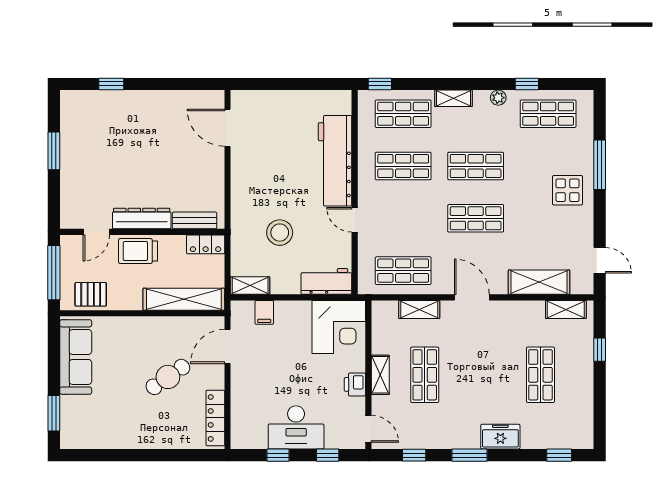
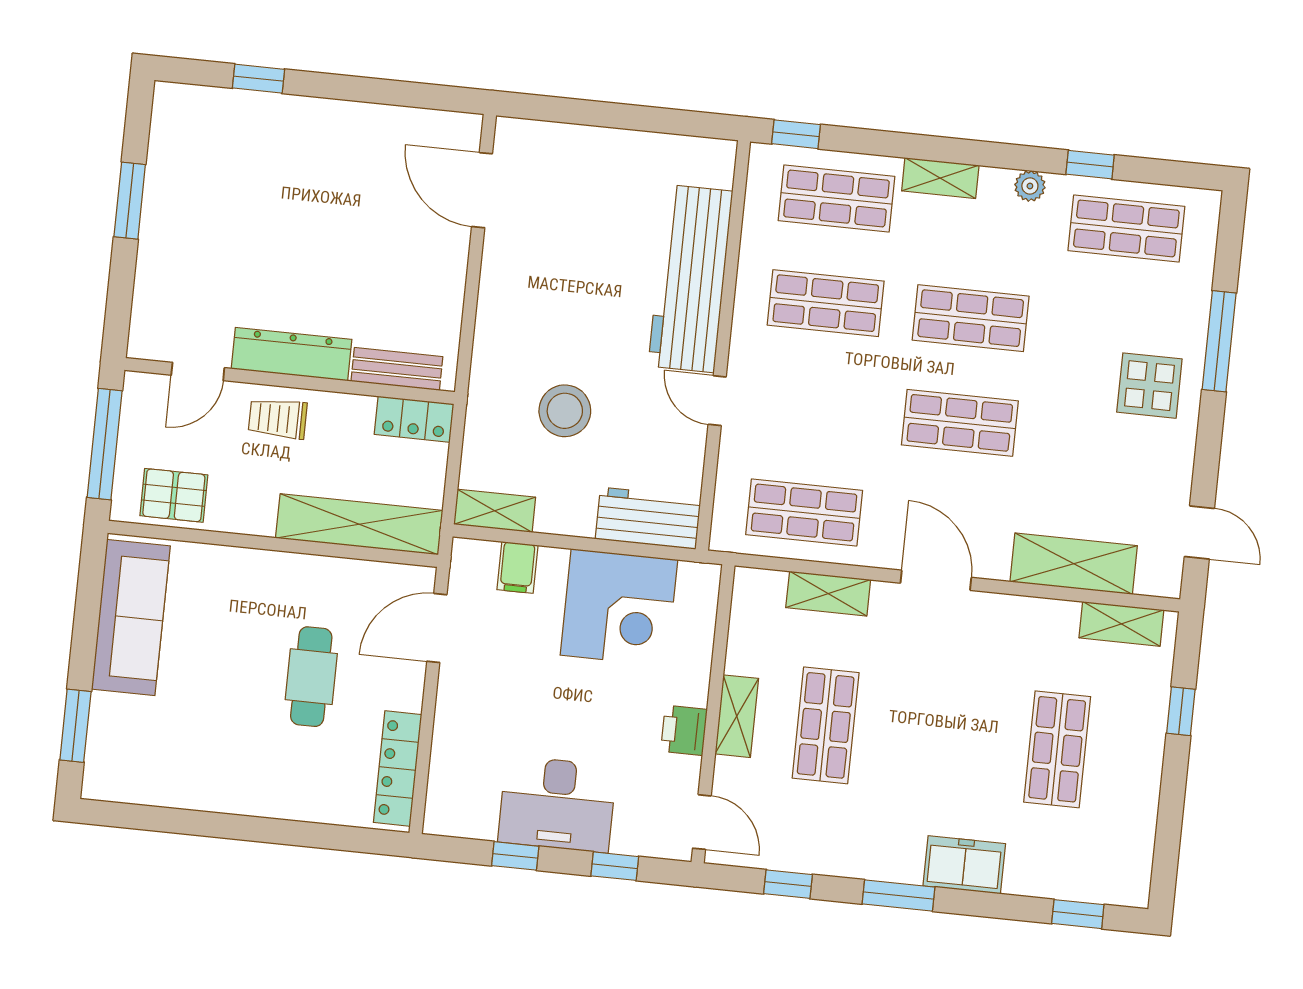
trolley: (138, 251) -> (278, 418), width x0.73, depth x0.72
corner desk: (339, 327) -> (619, 607), moved
cafe table: (168, 377) -> (311, 677), turned -55

